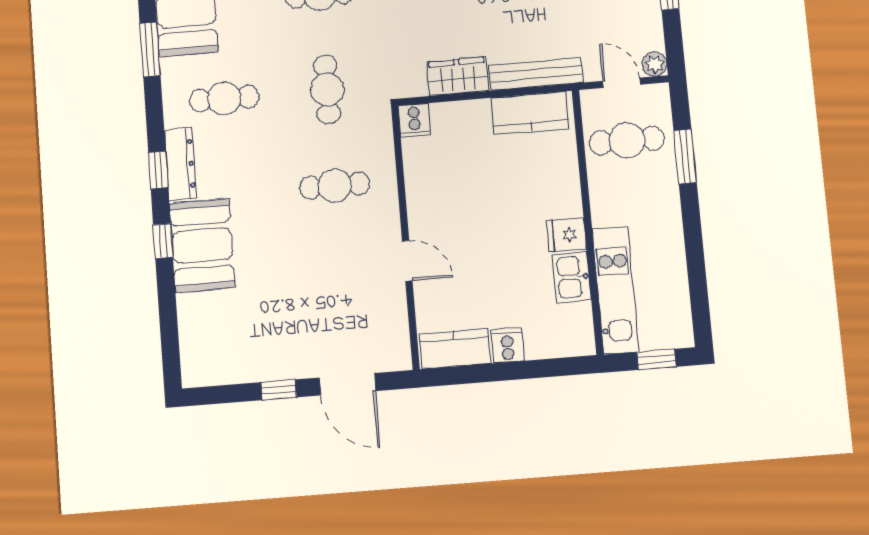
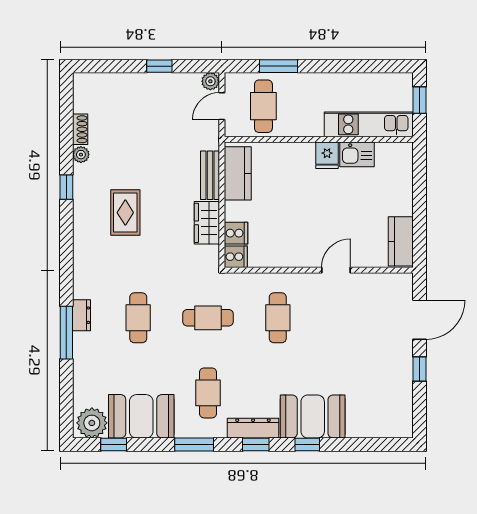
window: (150, 49) -> (194, 444), moved
bench: (536, 74) -> (210, 175), width x0.73
cooker: (508, 346) -> (236, 233), moved, turned 180

